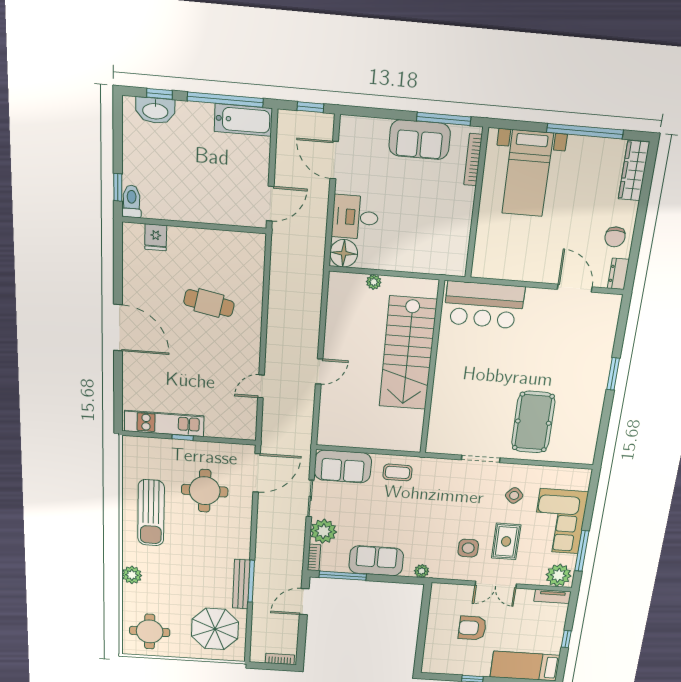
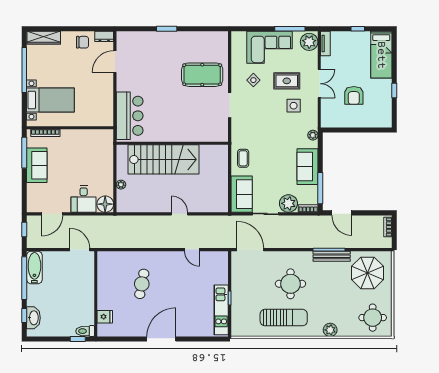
round table: (205, 491) -> (290, 284), moved

